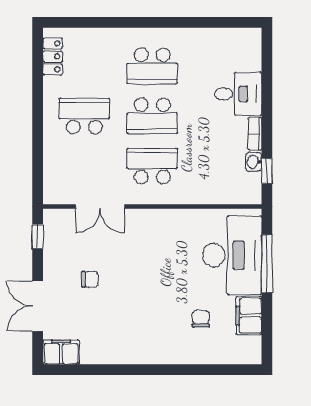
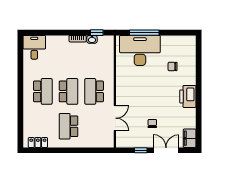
desk: (238, 94) -> (34, 47), moved
window: (38, 237) -> (141, 150), moved
double door: (38, 306) -> (166, 150), swing flipped
filing cabinet: (249, 316) -> (171, 42), removed
printer: (142, 349) -> (188, 96), added

